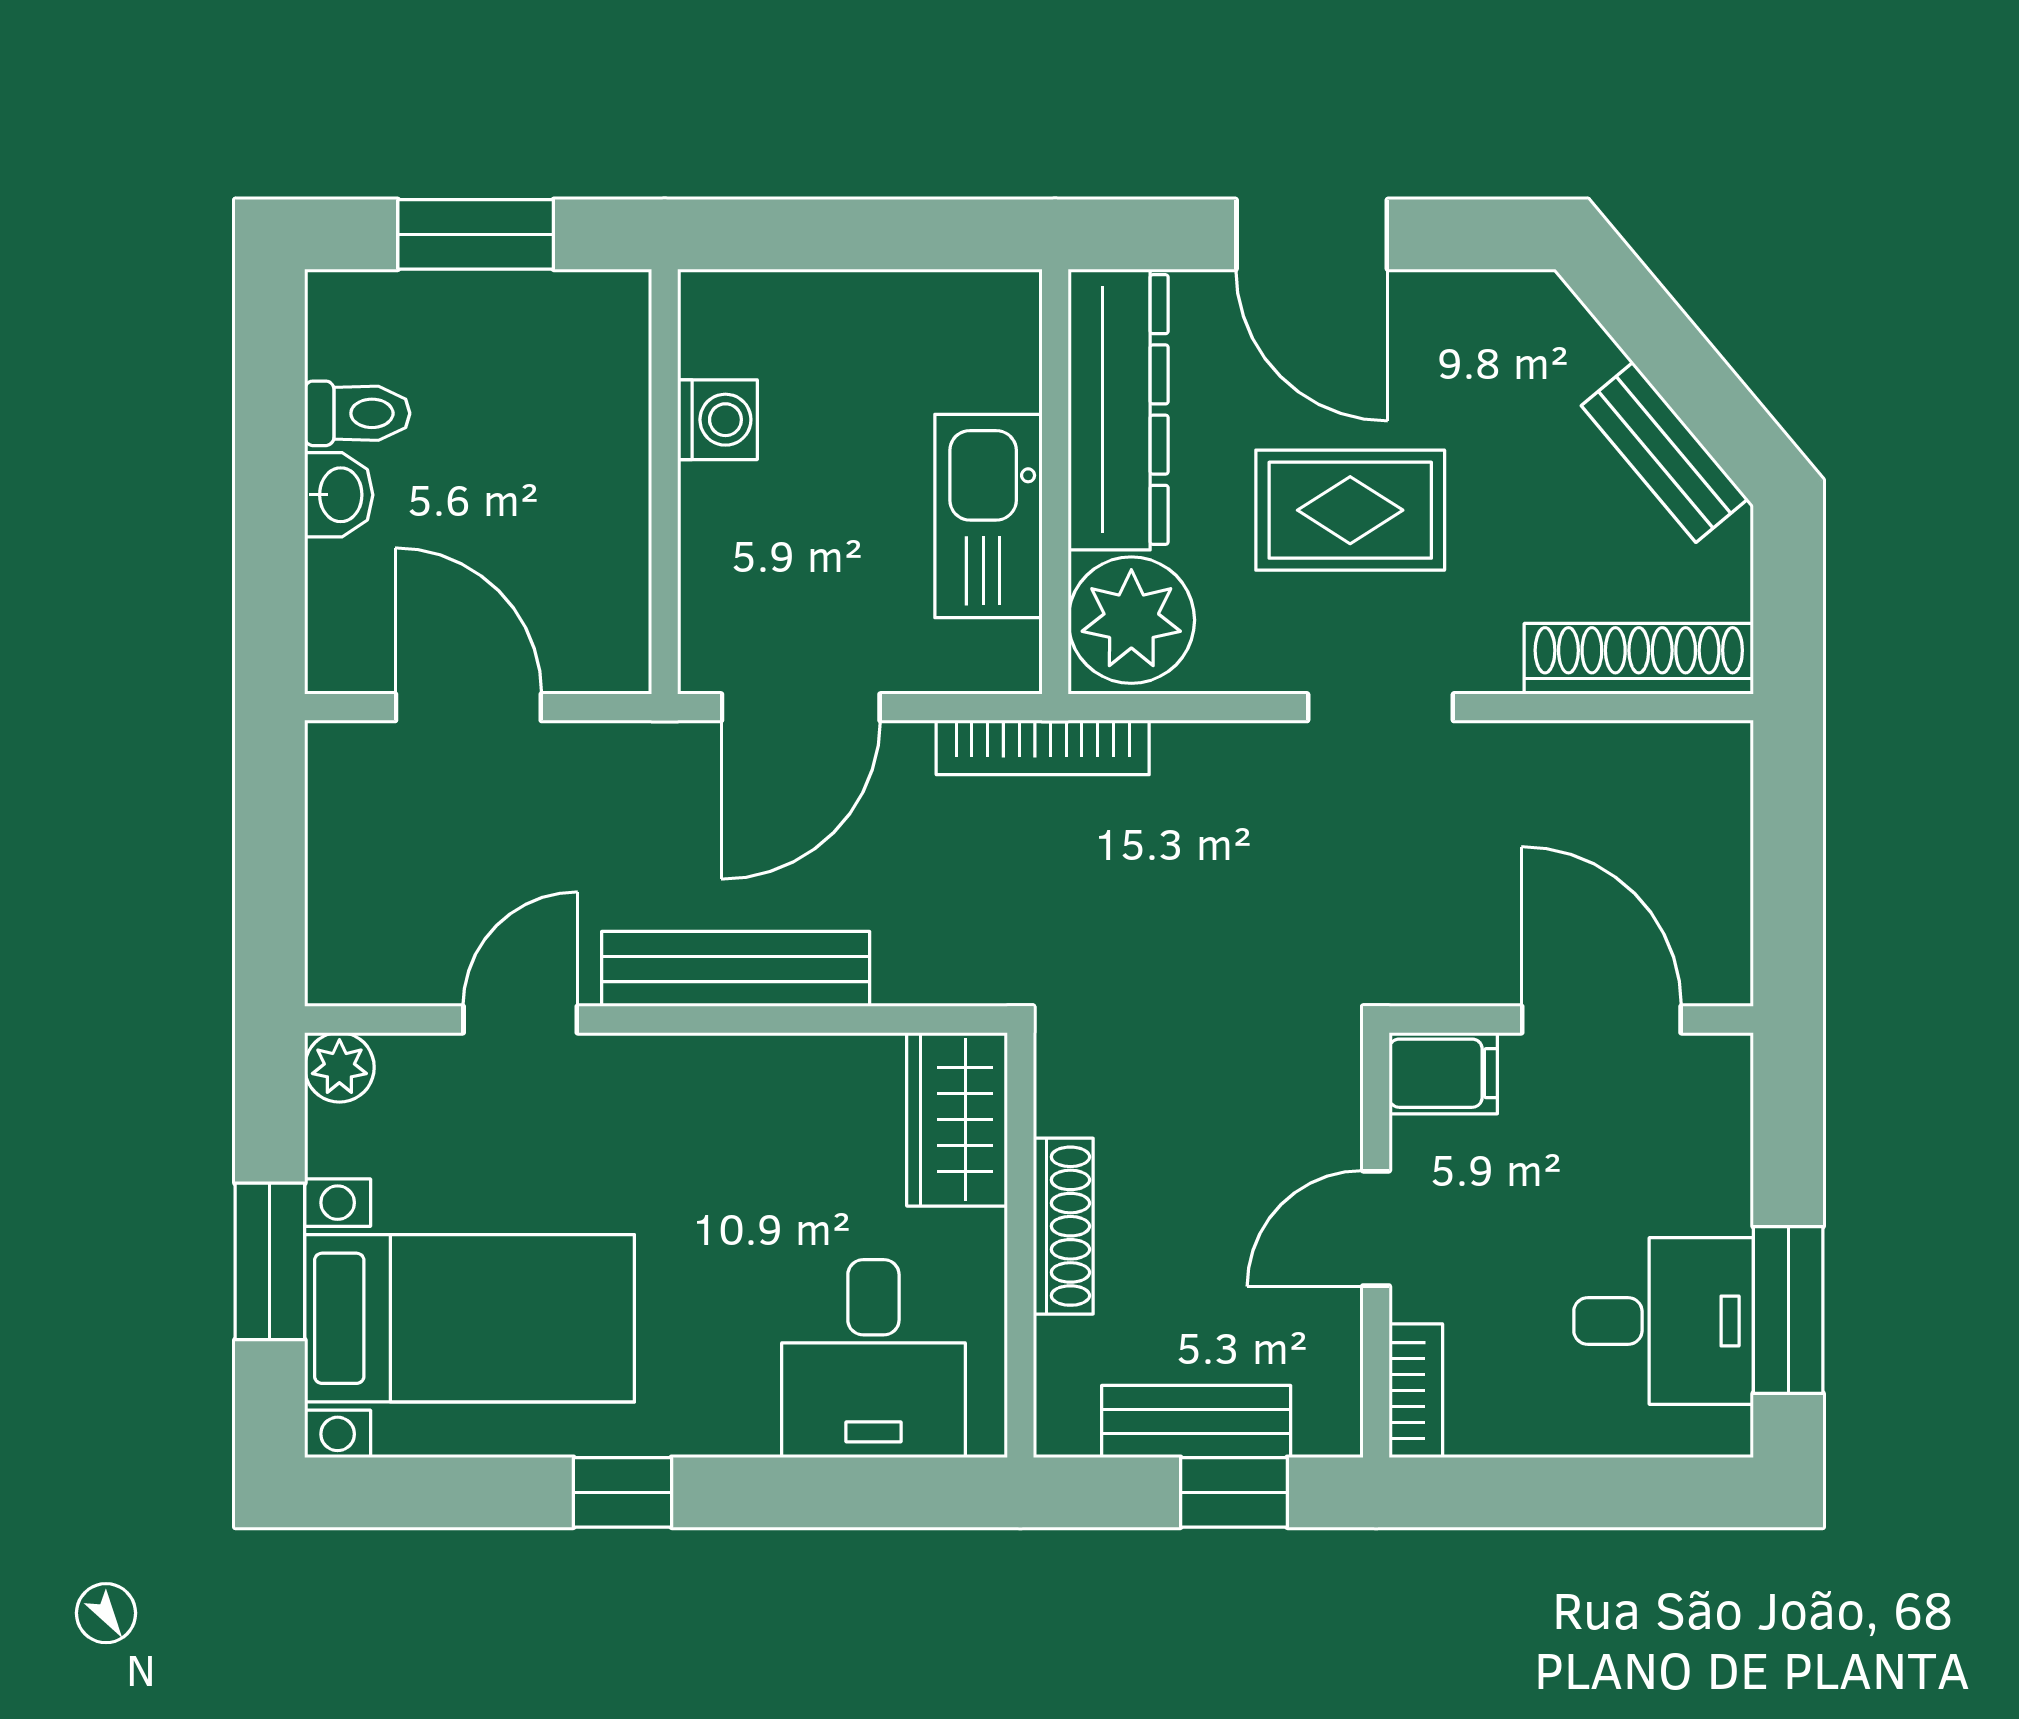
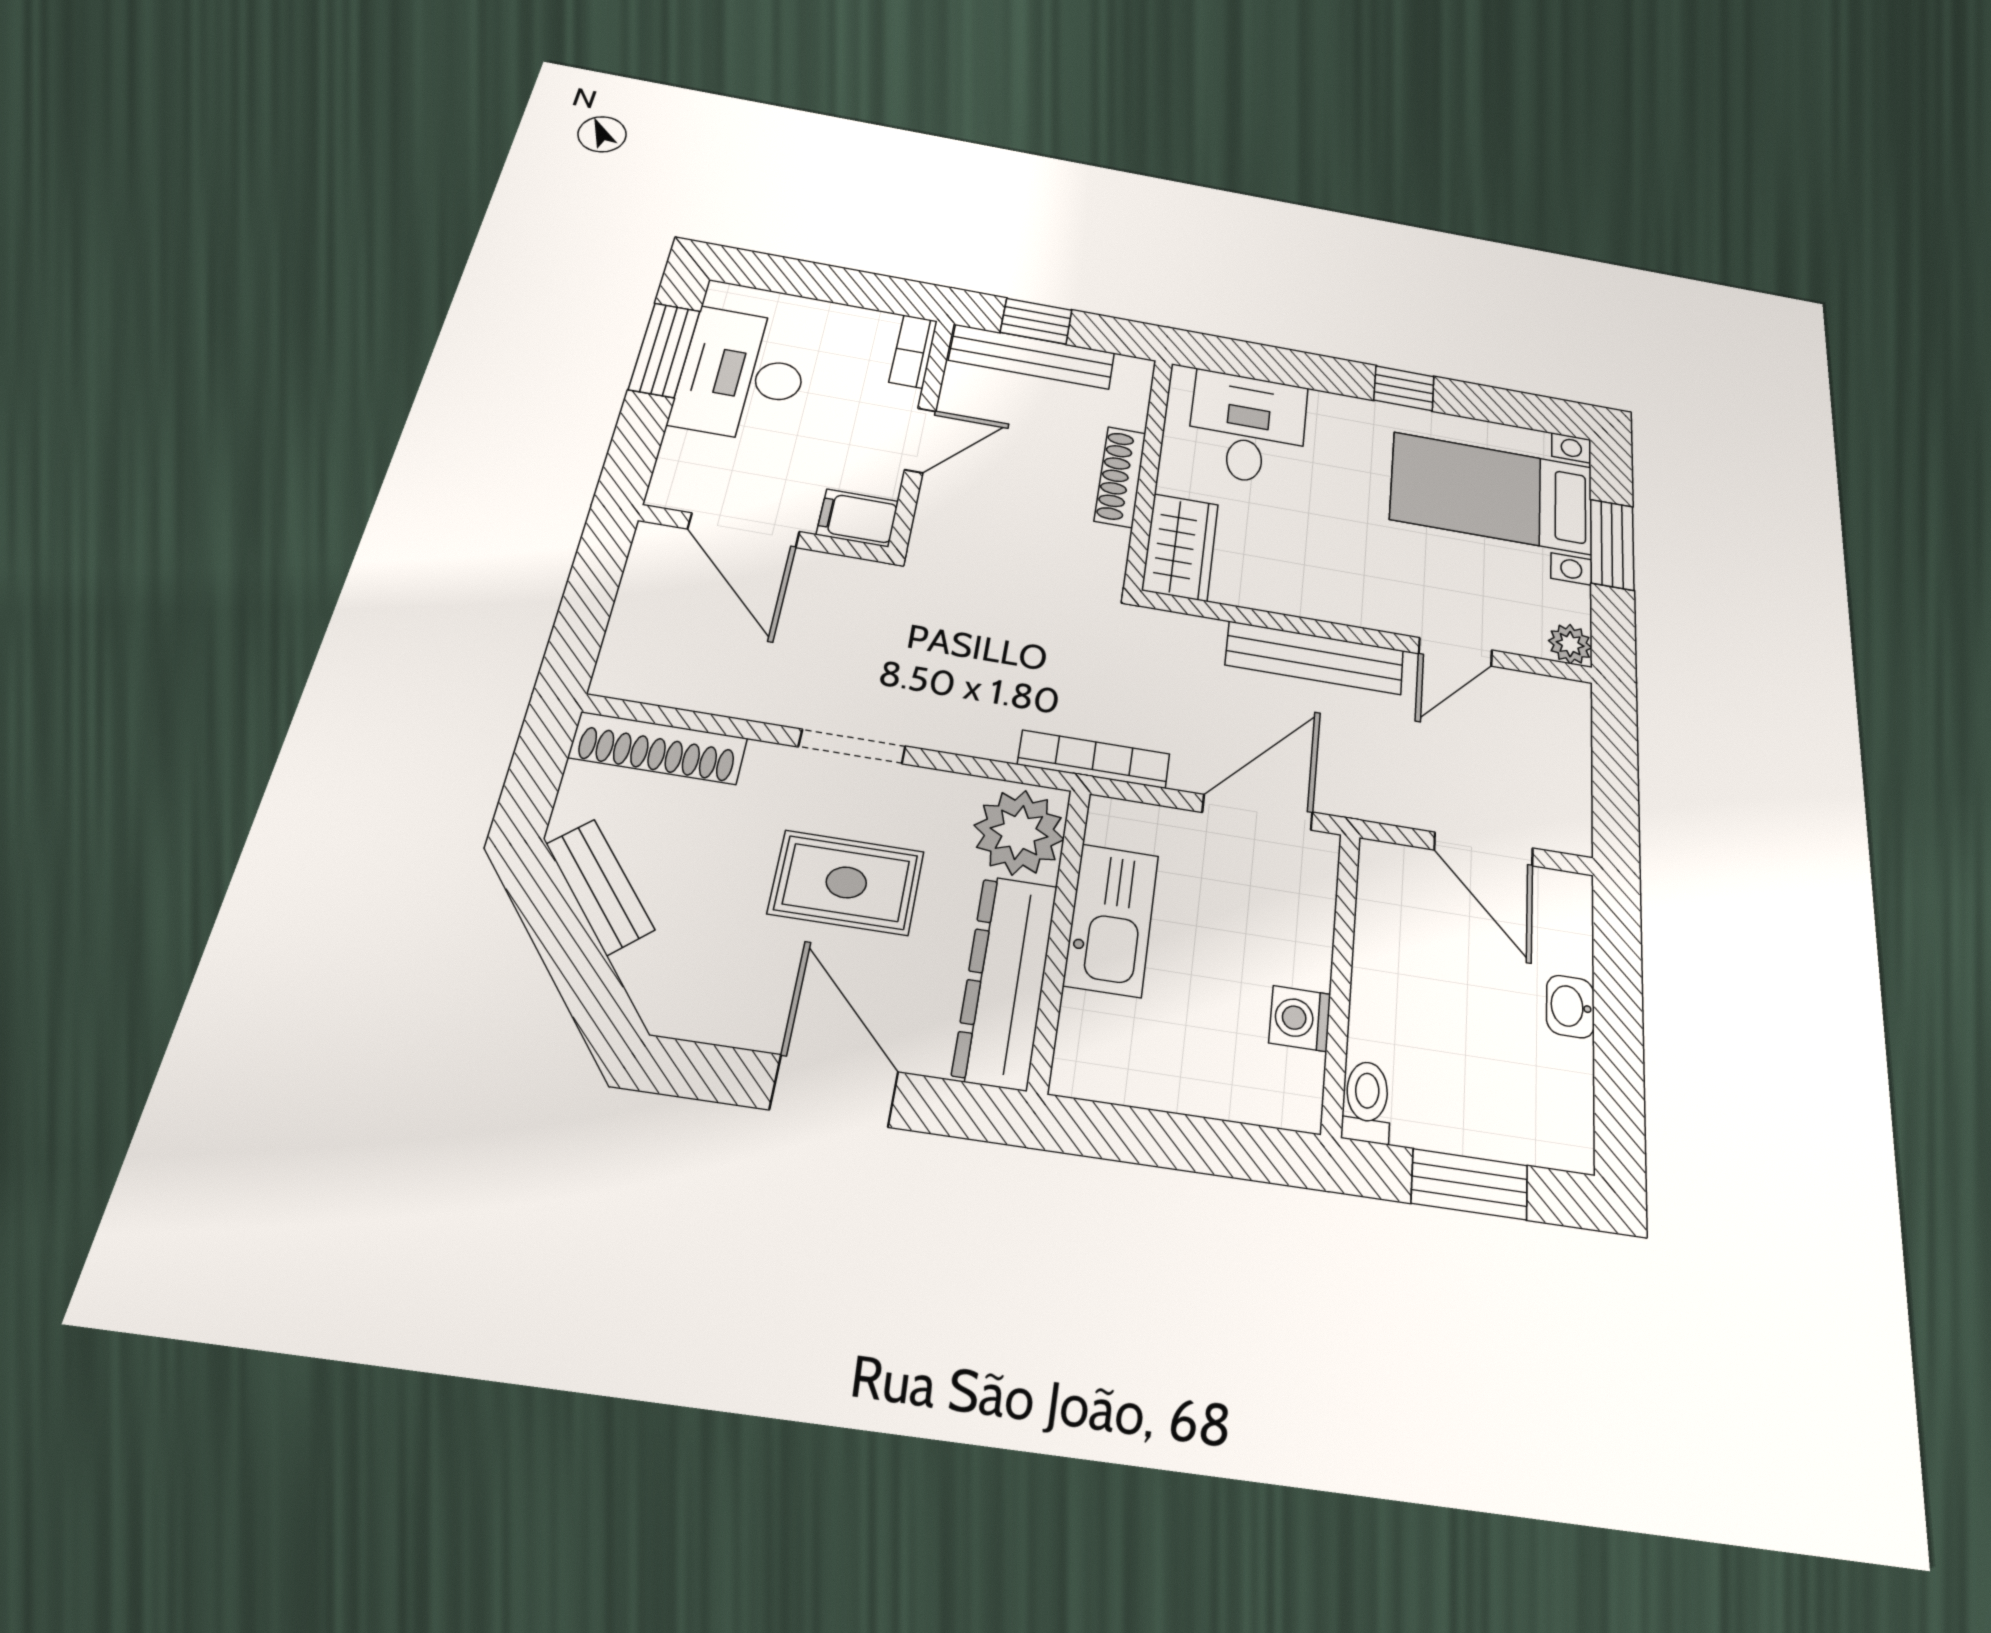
toilet: (357, 413) -> (1367, 1102), moved, turned 90
desk: (1664, 1321) -> (742, 375), width x1.37
bench: (1196, 1422) -> (1032, 357), width x1.36

